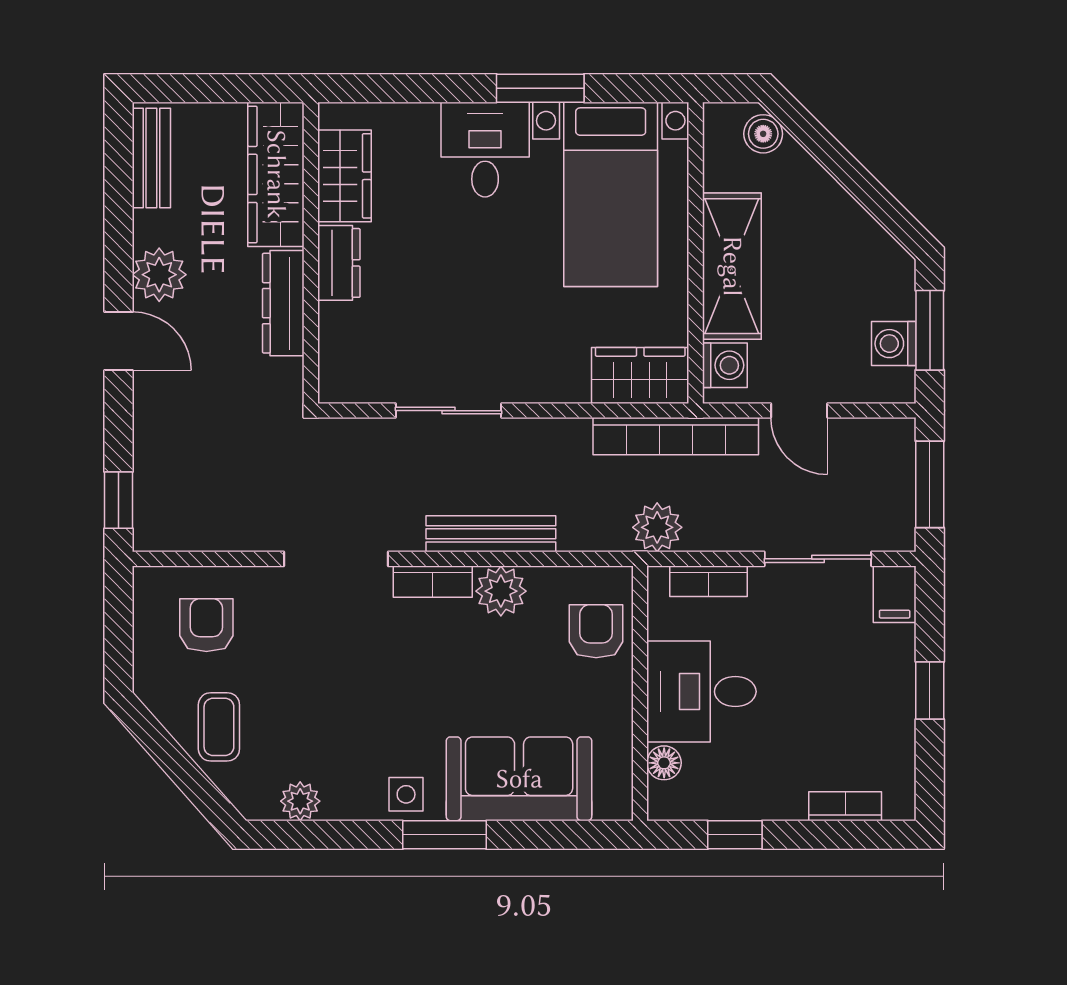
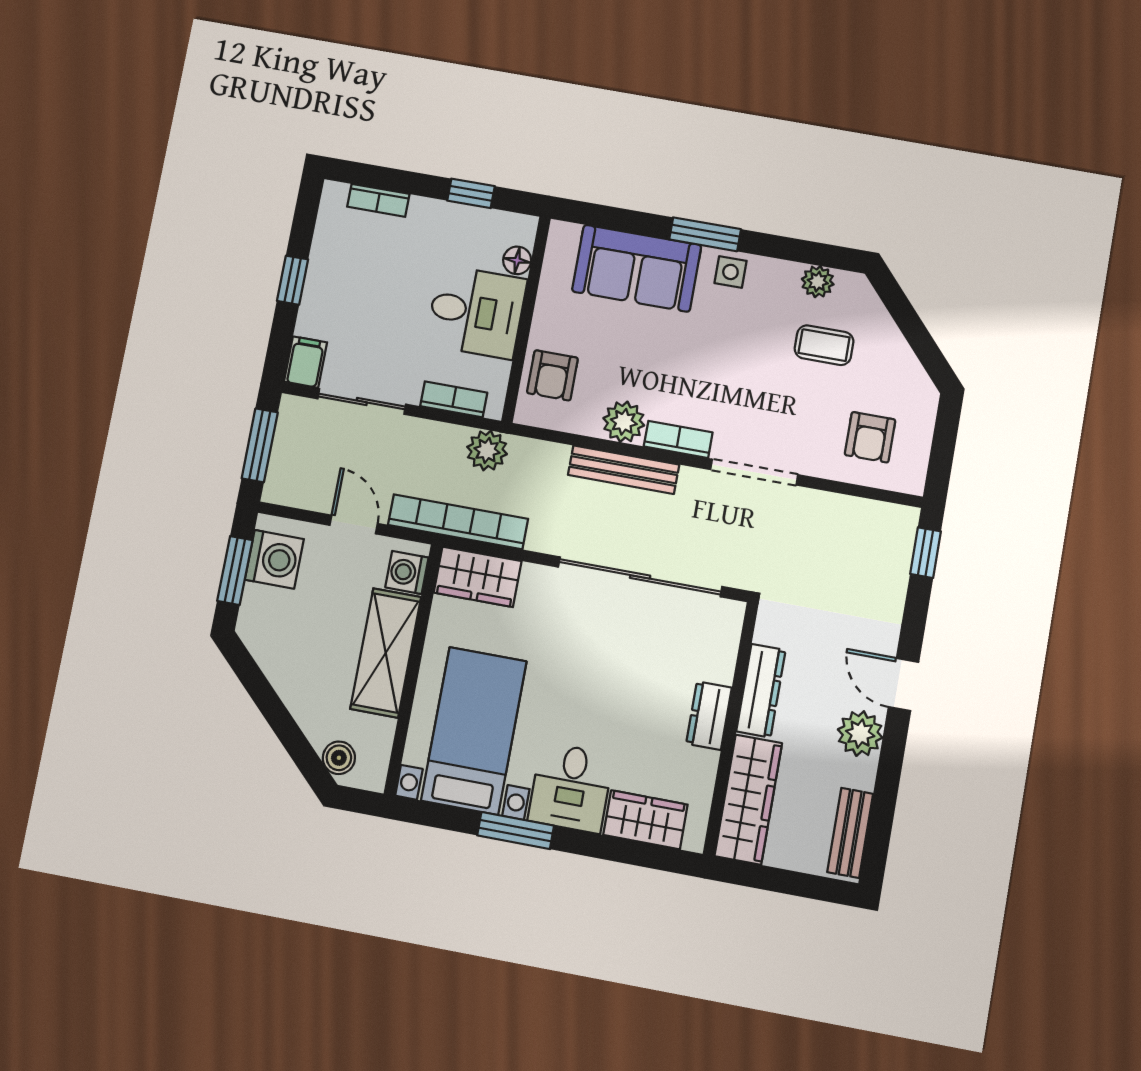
wardrobe: (344, 176) -> (645, 820), moved, turned 90
washing machine: (894, 344) -> (274, 559), width x1.38, depth x1.38
sliding door: (449, 411) -> (640, 577), width x1.86
coffee table: (219, 727) -> (824, 345), moved, turned 90

